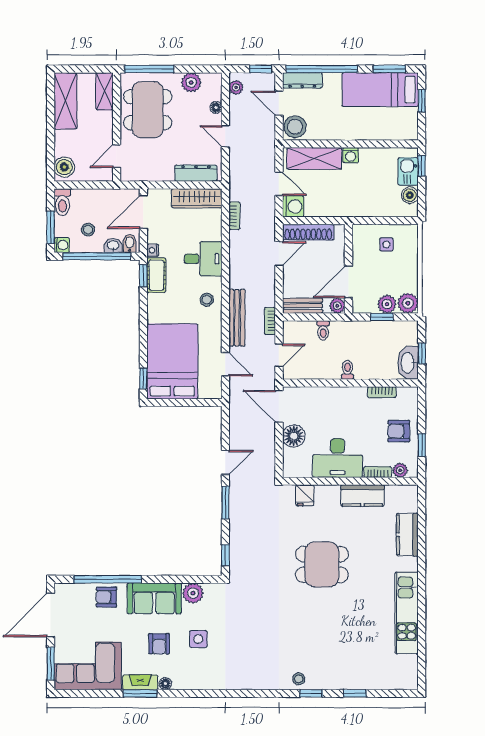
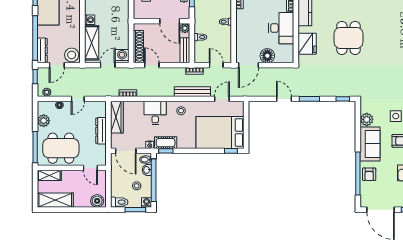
dresser: (196, 173) -> (101, 131), moved
fridge: (305, 495) -> (307, 44), width x1.88, depth x1.34

